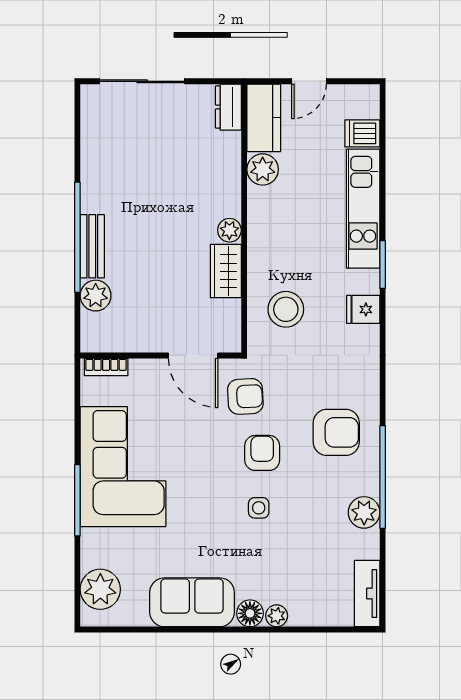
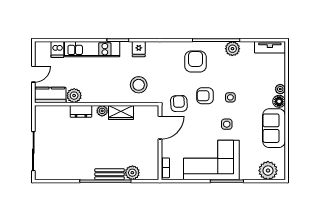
door: (309, 81) -> (33, 74), hinge flipped
dresser: (228, 107) -> (81, 111), moved
side table: (201, 500) -> (227, 124), added

